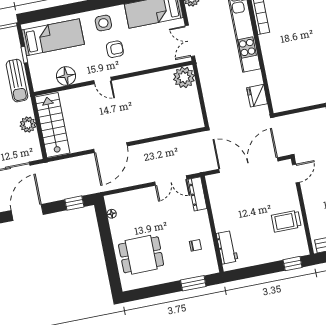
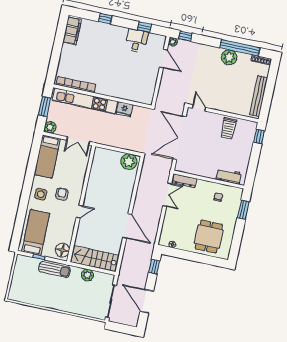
floor lamp: (66, 76) -> (62, 250), moved
plant: (184, 77) -> (129, 162), moved
fridge: (257, 96) -> (124, 109), moved

